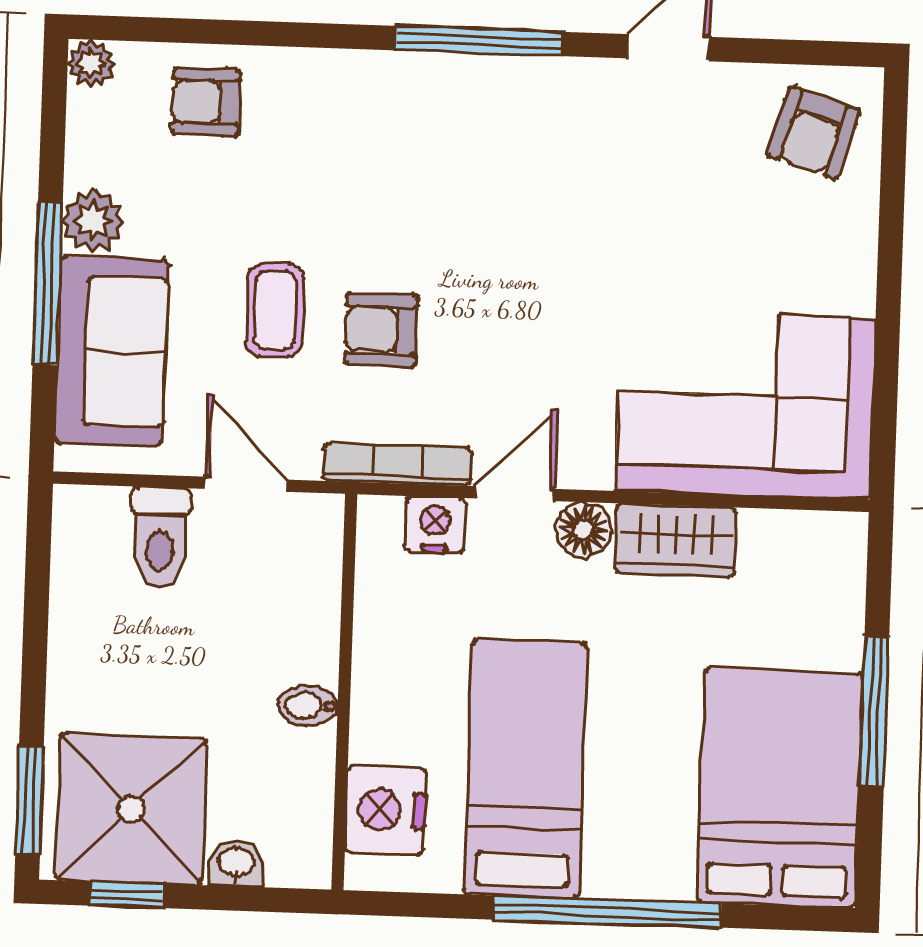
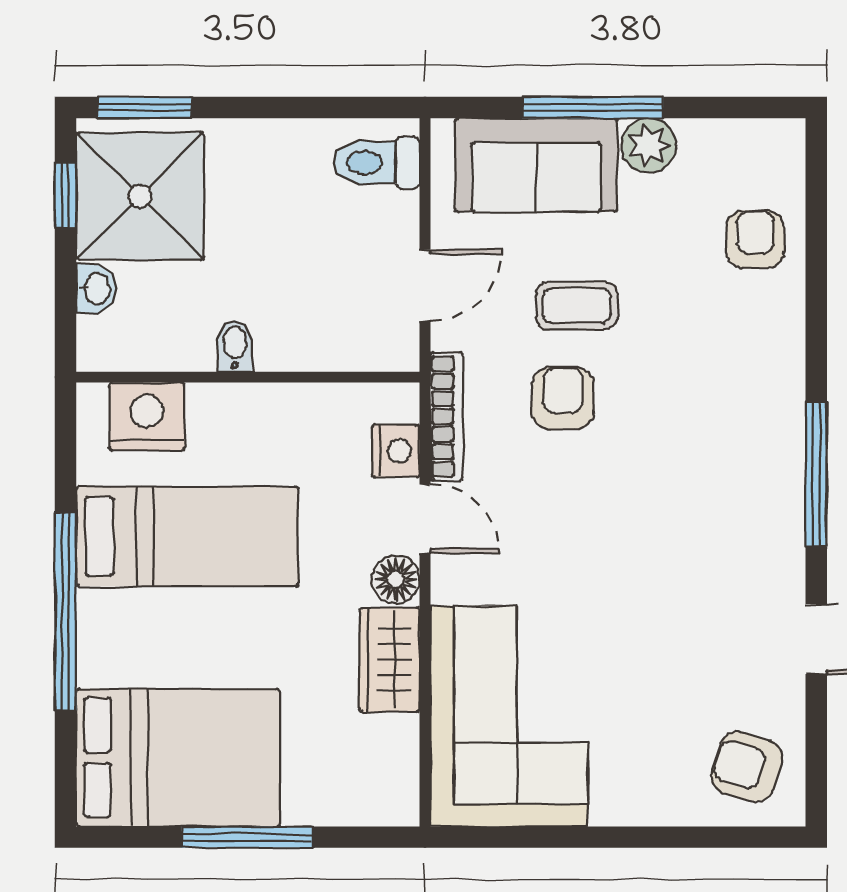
plant: (91, 64) -> (785, 139), removed
toilet: (160, 537) -> (377, 163), moved

